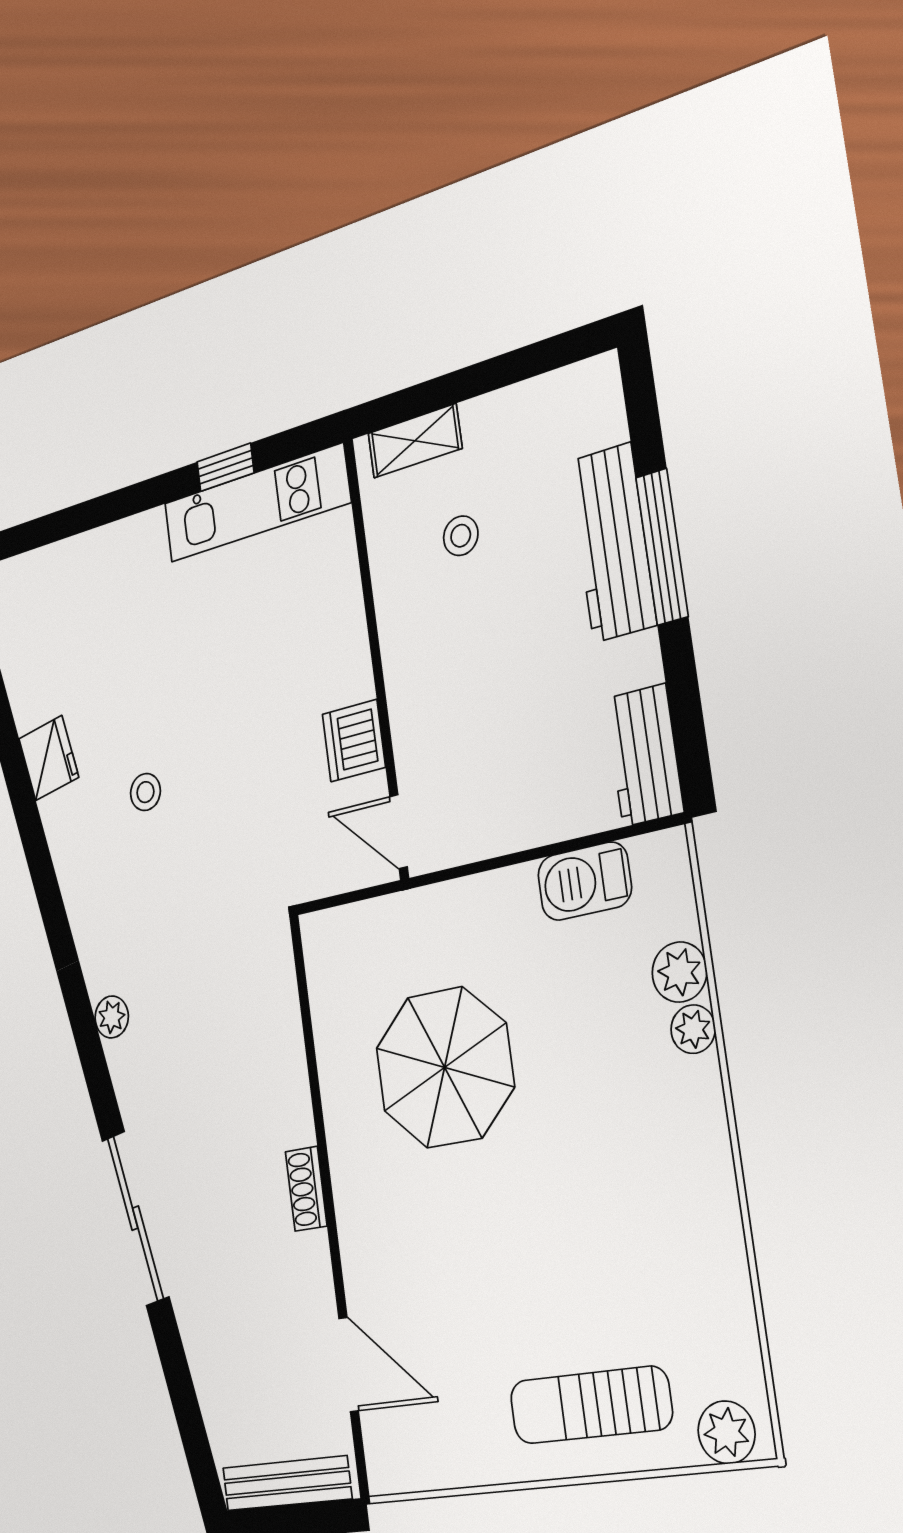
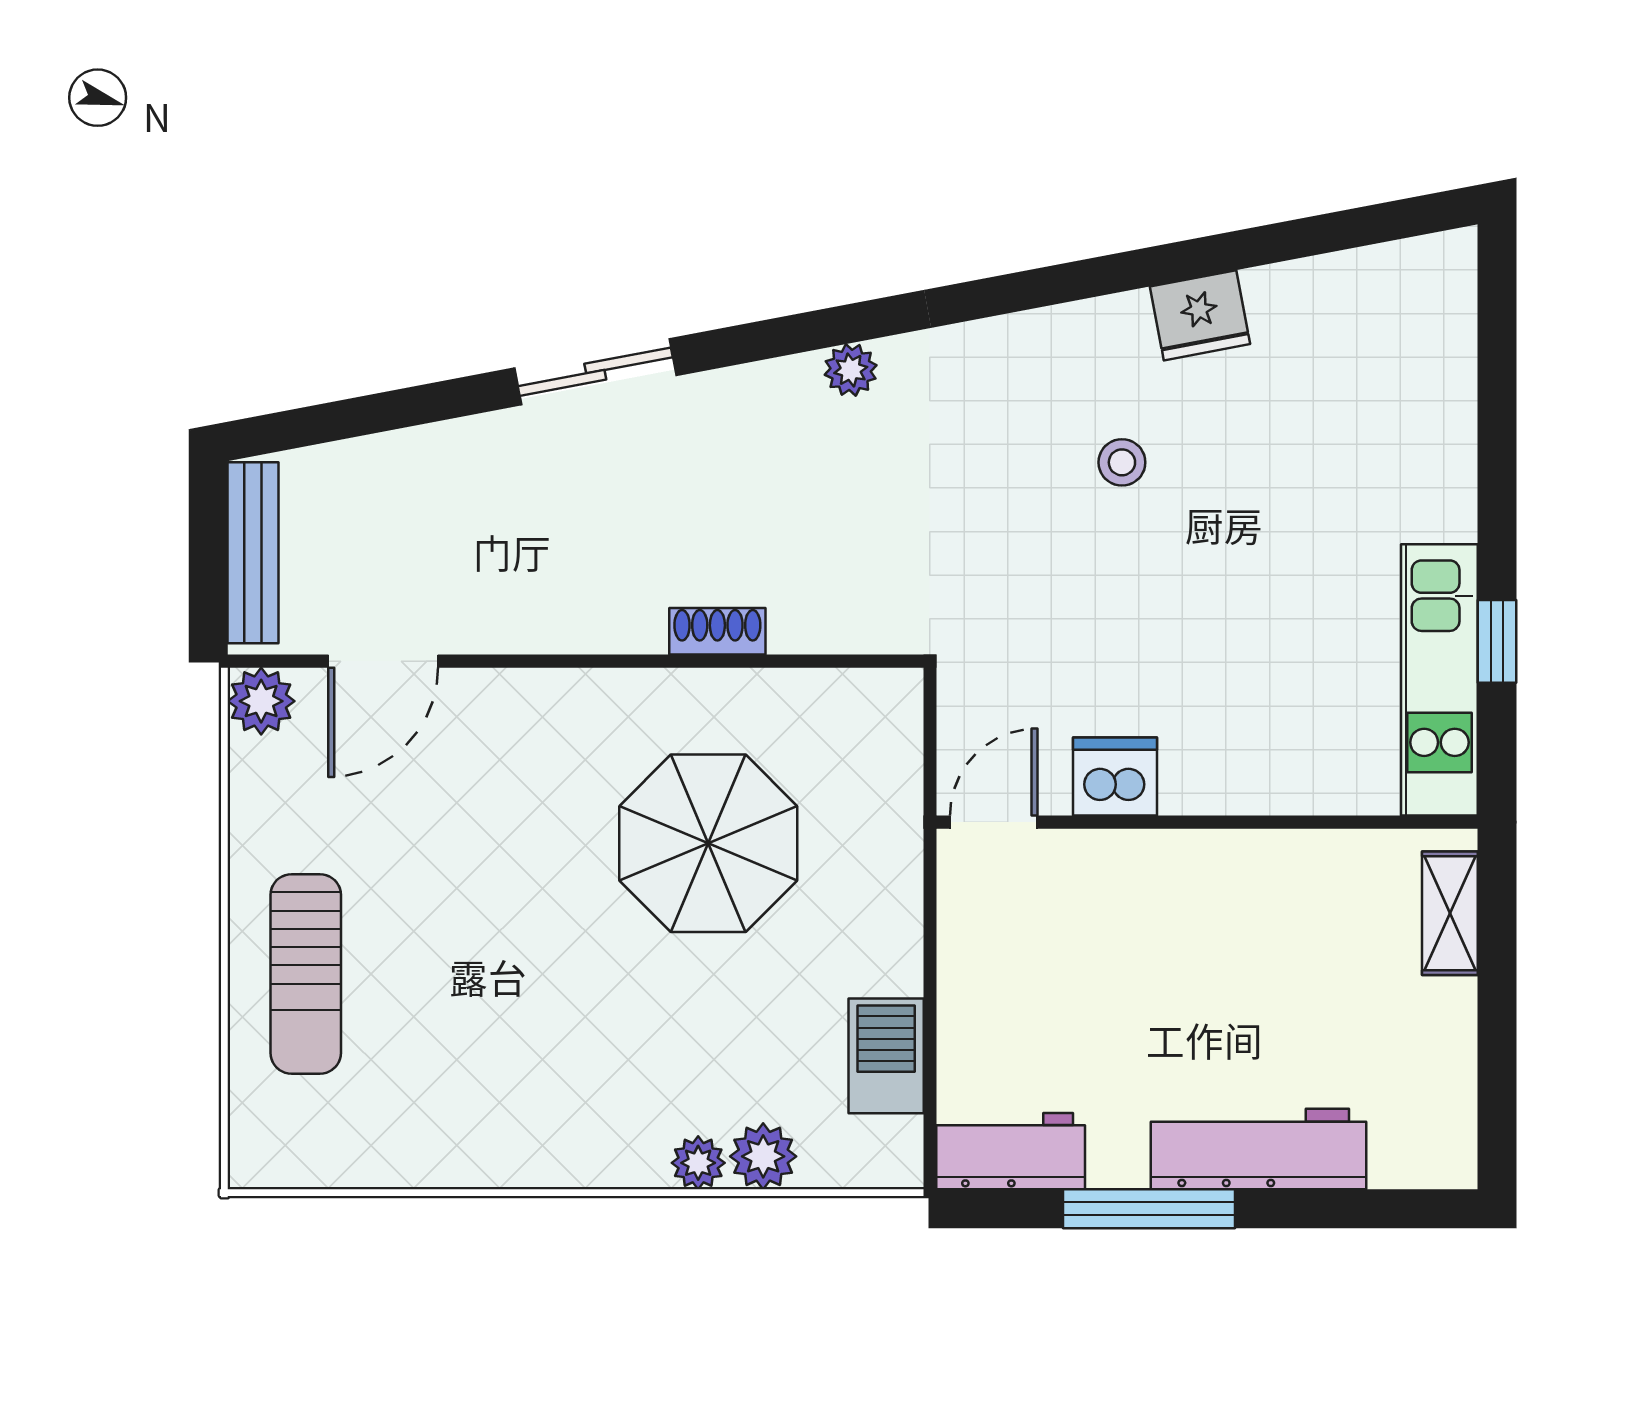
stool: (461, 536) -> (1320, 958), removed
window: (662, 547) -> (1149, 1209), moved
shoe rack: (306, 1189) -> (717, 631), moved
sliding door: (135, 1218) -> (595, 372), width x0.73
sun lounger: (590, 1405) -> (306, 974), turned 180
plant: (726, 1432) -> (261, 701), moved

